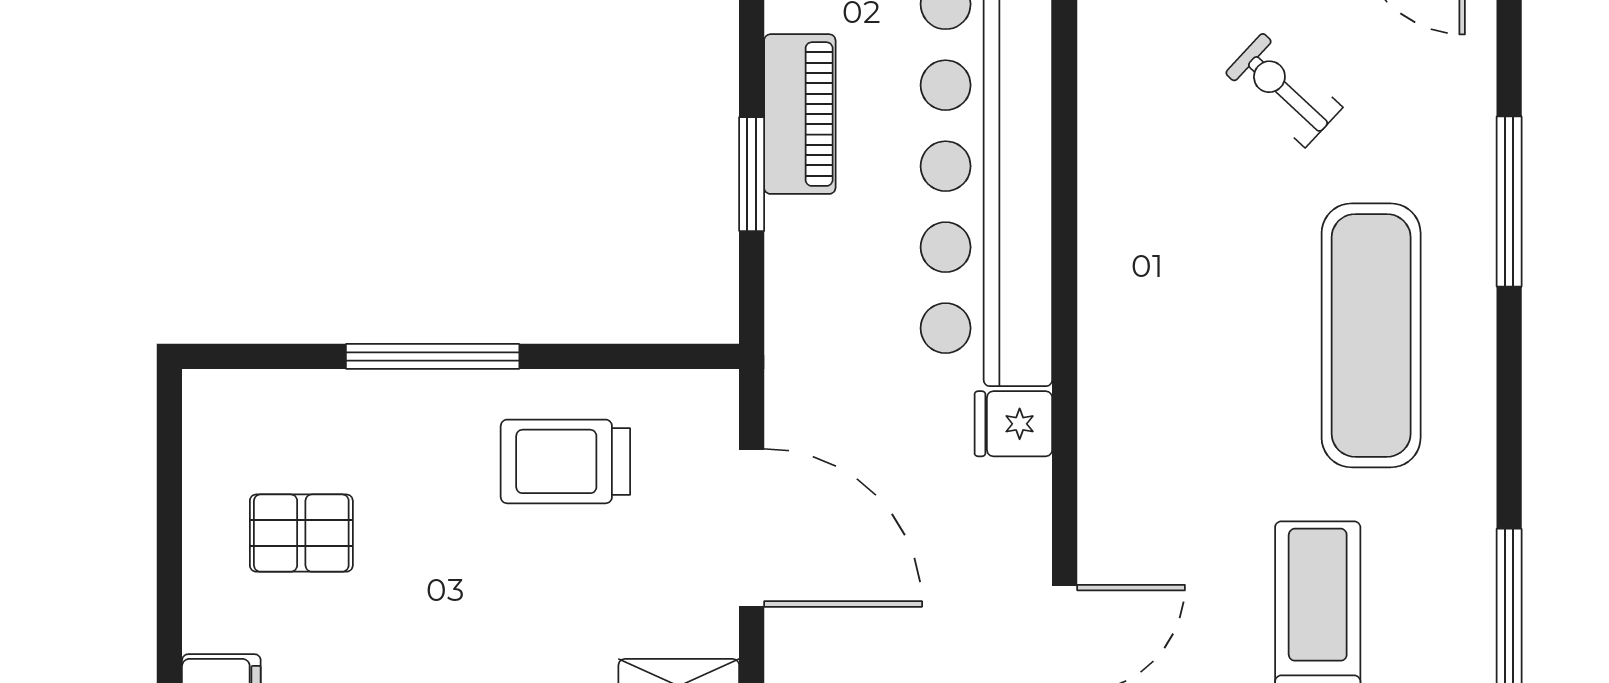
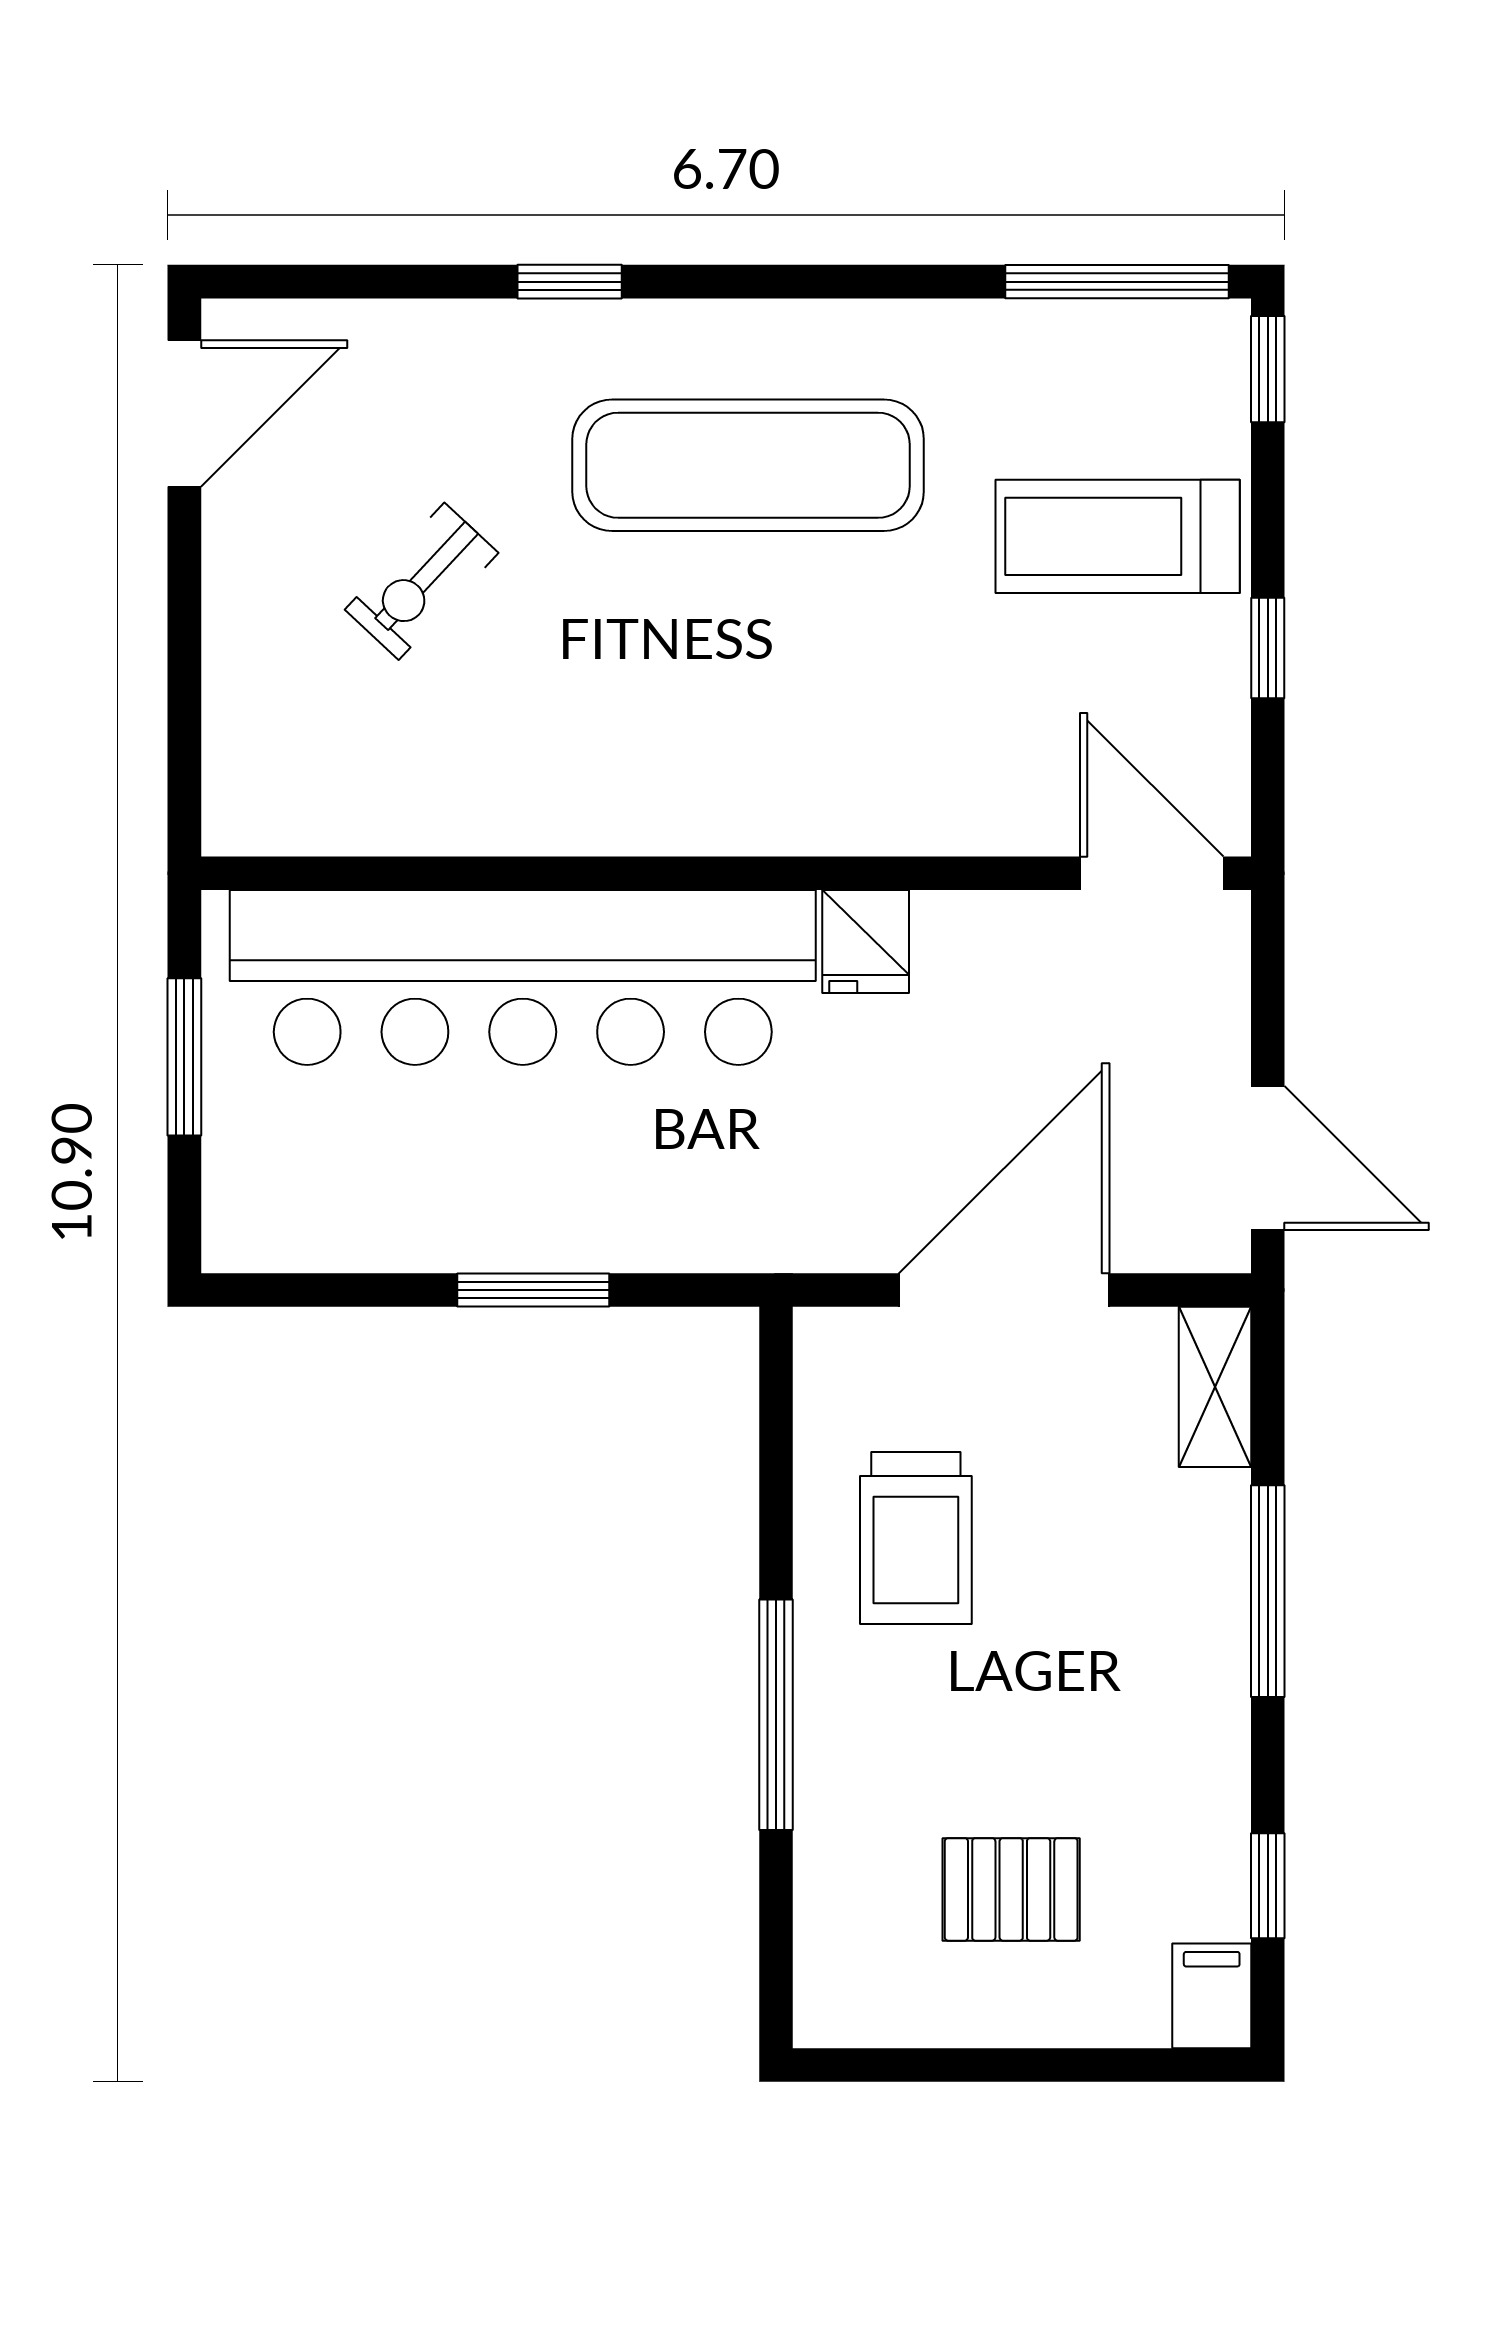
piano: (800, 114) -> (453, 1226), removed
window: (1509, 201) -> (570, 282), width x0.46
pallet: (301, 533) -> (1011, 1889), turned 90

